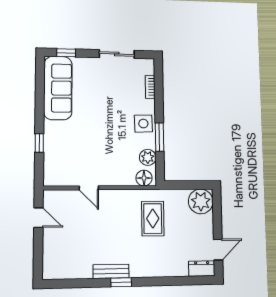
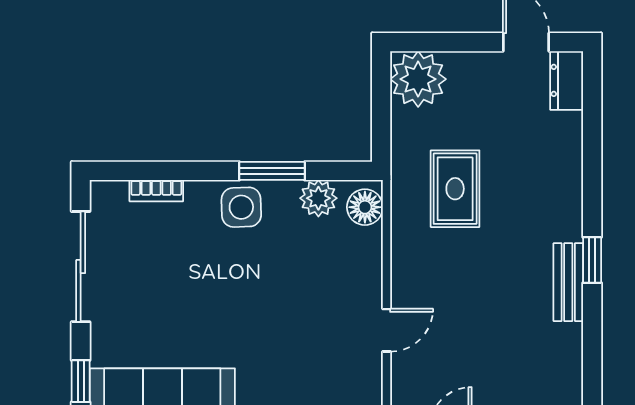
sliding door: (117, 54) -> (81, 267), width x1.37
rug: (153, 218) -> (455, 189), turned 90

